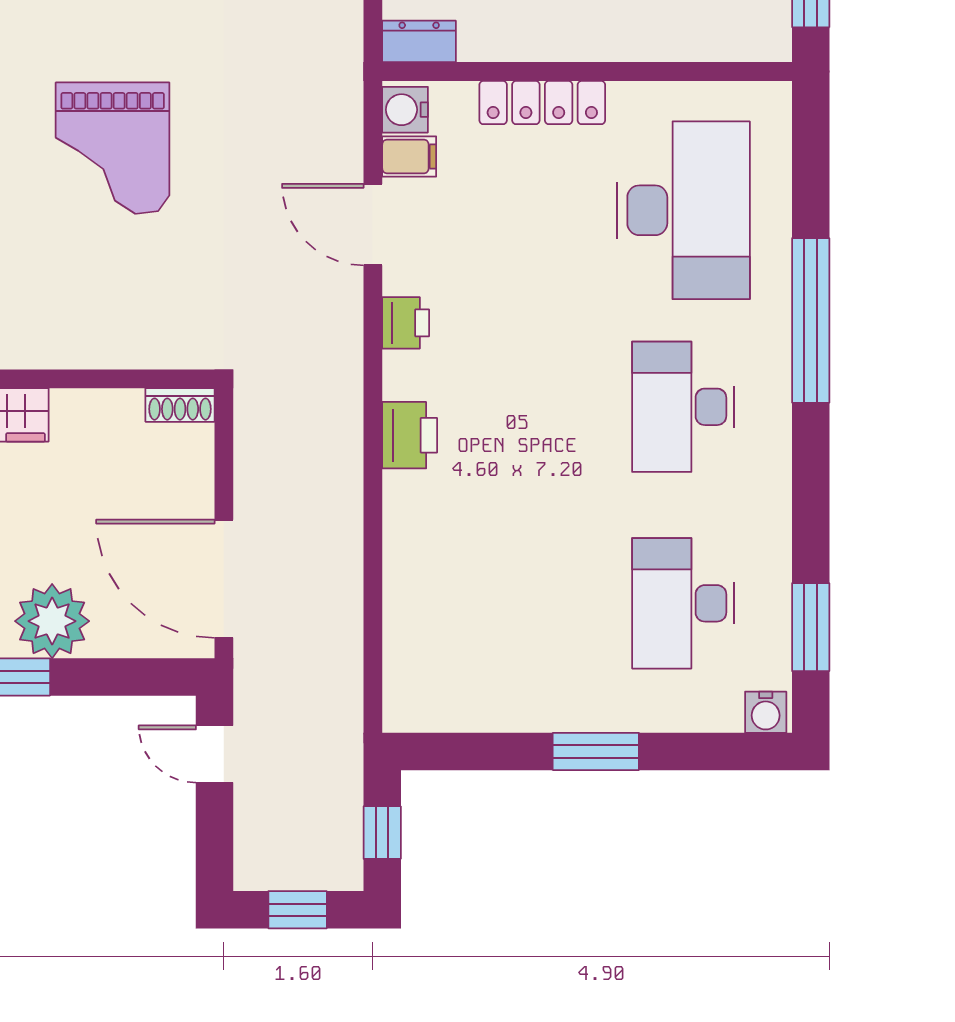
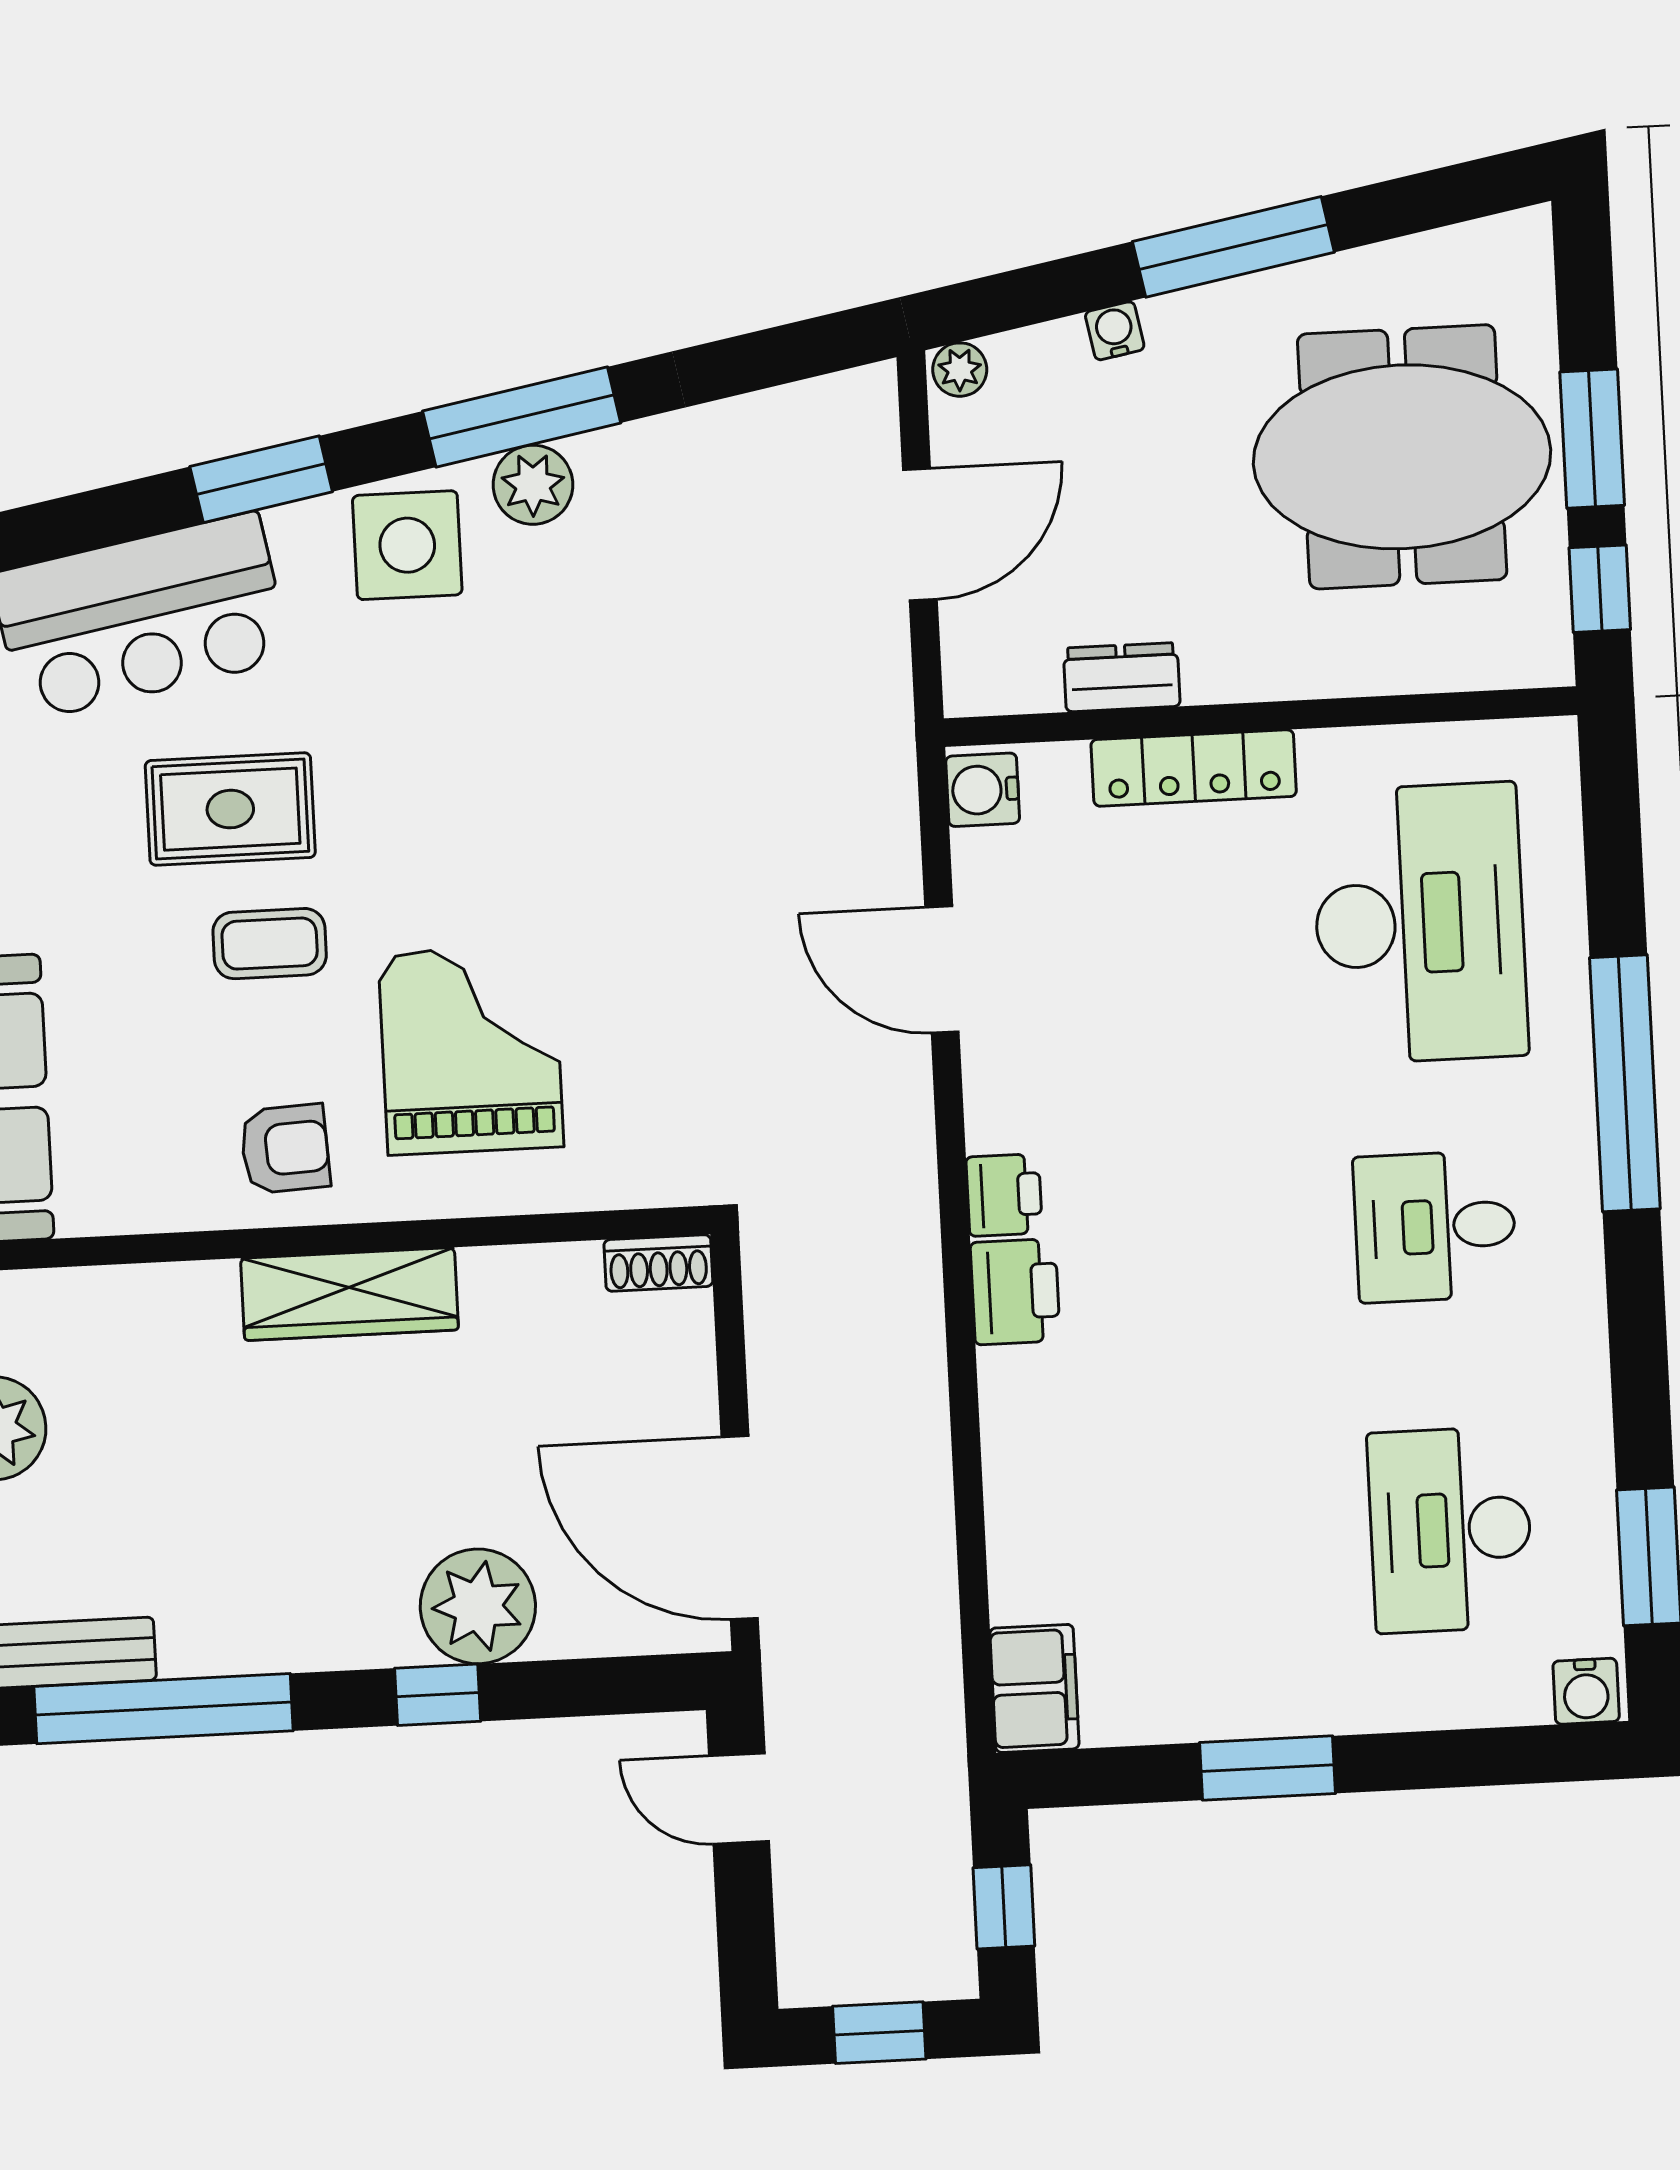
dresser: (419, 41) -> (1122, 677), moved
grand piano: (113, 148) -> (471, 1050), moved, turned 180
filing cabinet: (409, 156) -> (1034, 1688), moved, width x2.00
printer: (406, 323) -> (1004, 1195), moved
desk: (683, 407) -> (1435, 1226), width x0.73
window: (596, 751) -> (1267, 1768), moved

